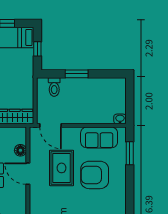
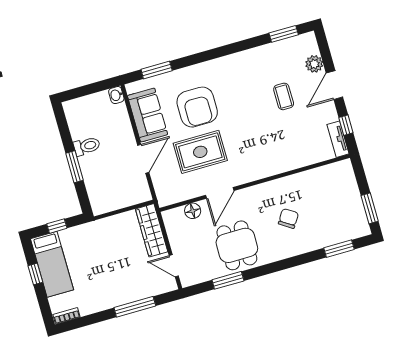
toilet: (54, 87) -> (87, 146), moved
door: (51, 125) -> (143, 159), moved

